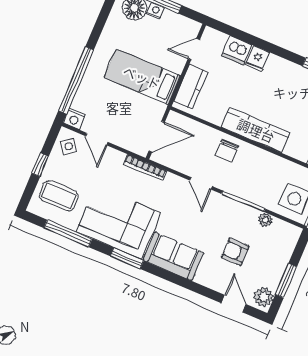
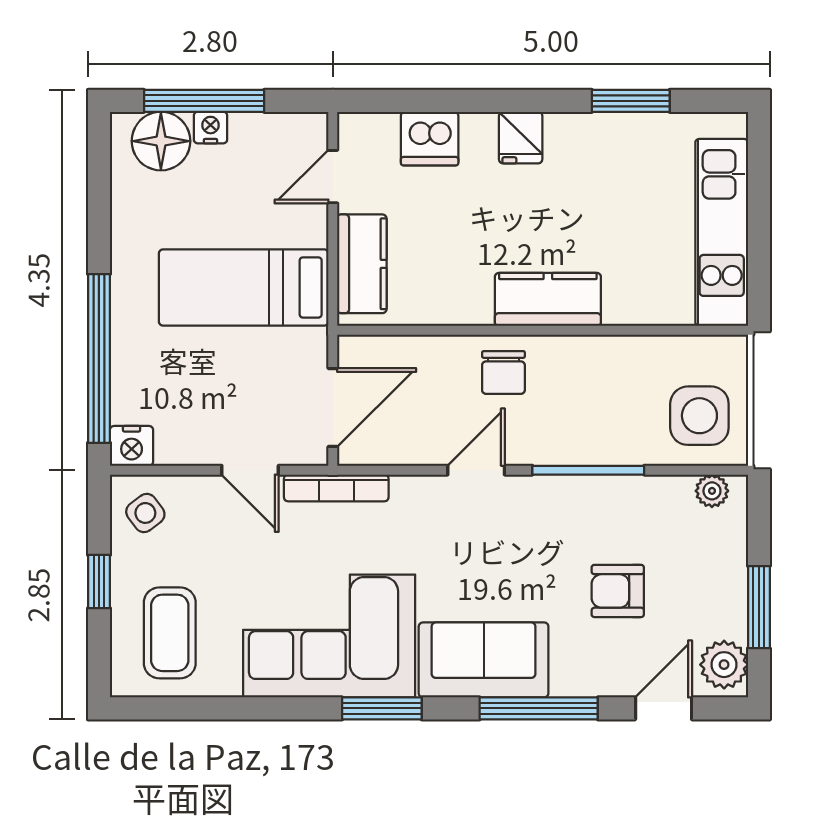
fridge: (257, 58) -> (521, 138), moved
kitchen counter: (256, 130) -> (548, 299), width x0.67
door: (97, 139) -> (250, 470), moved
door: (201, 183) -> (476, 470), swing flipped
coffee table: (59, 196) -> (170, 633), turned 90
plant: (265, 220) -> (712, 491), moved
window: (68, 233) -> (539, 708), moved
door: (234, 304) -> (664, 708), hinge flipped

